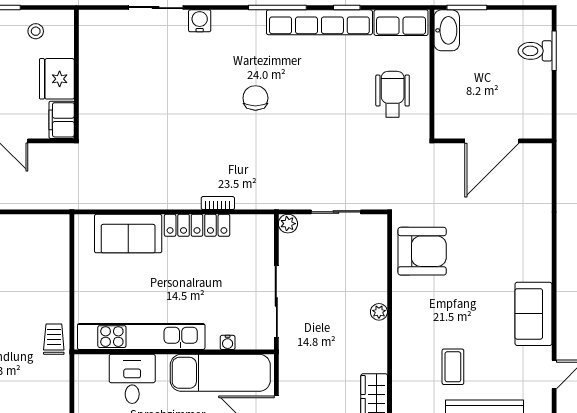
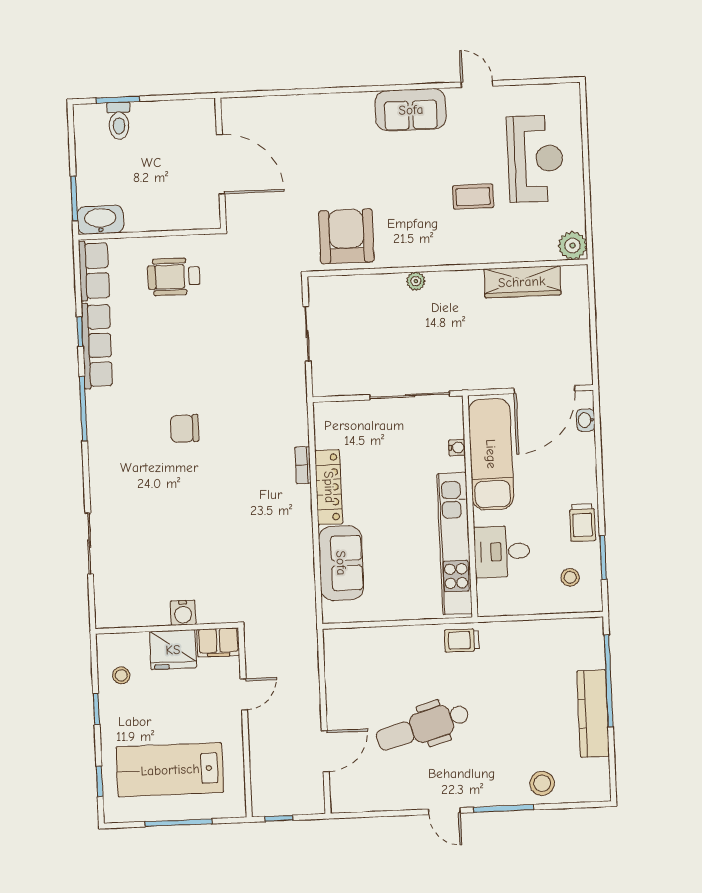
water cooler: (200, 21) -> (183, 613), moved, turned -90
row of seats: (319, 22) -> (97, 346), width x0.73
plant: (288, 224) -> (322, 386), removed

